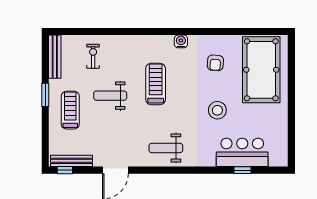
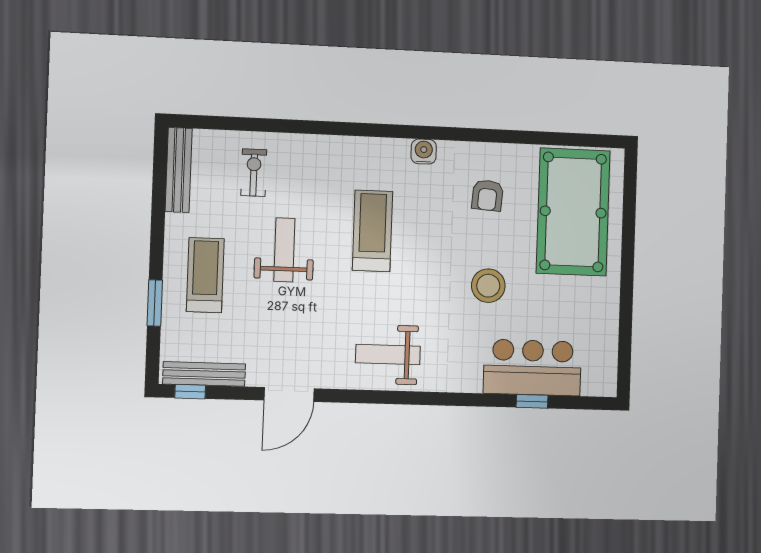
window: (45, 95) -> (155, 303), moved
weight bench: (110, 96) -> (284, 250), turned 90

